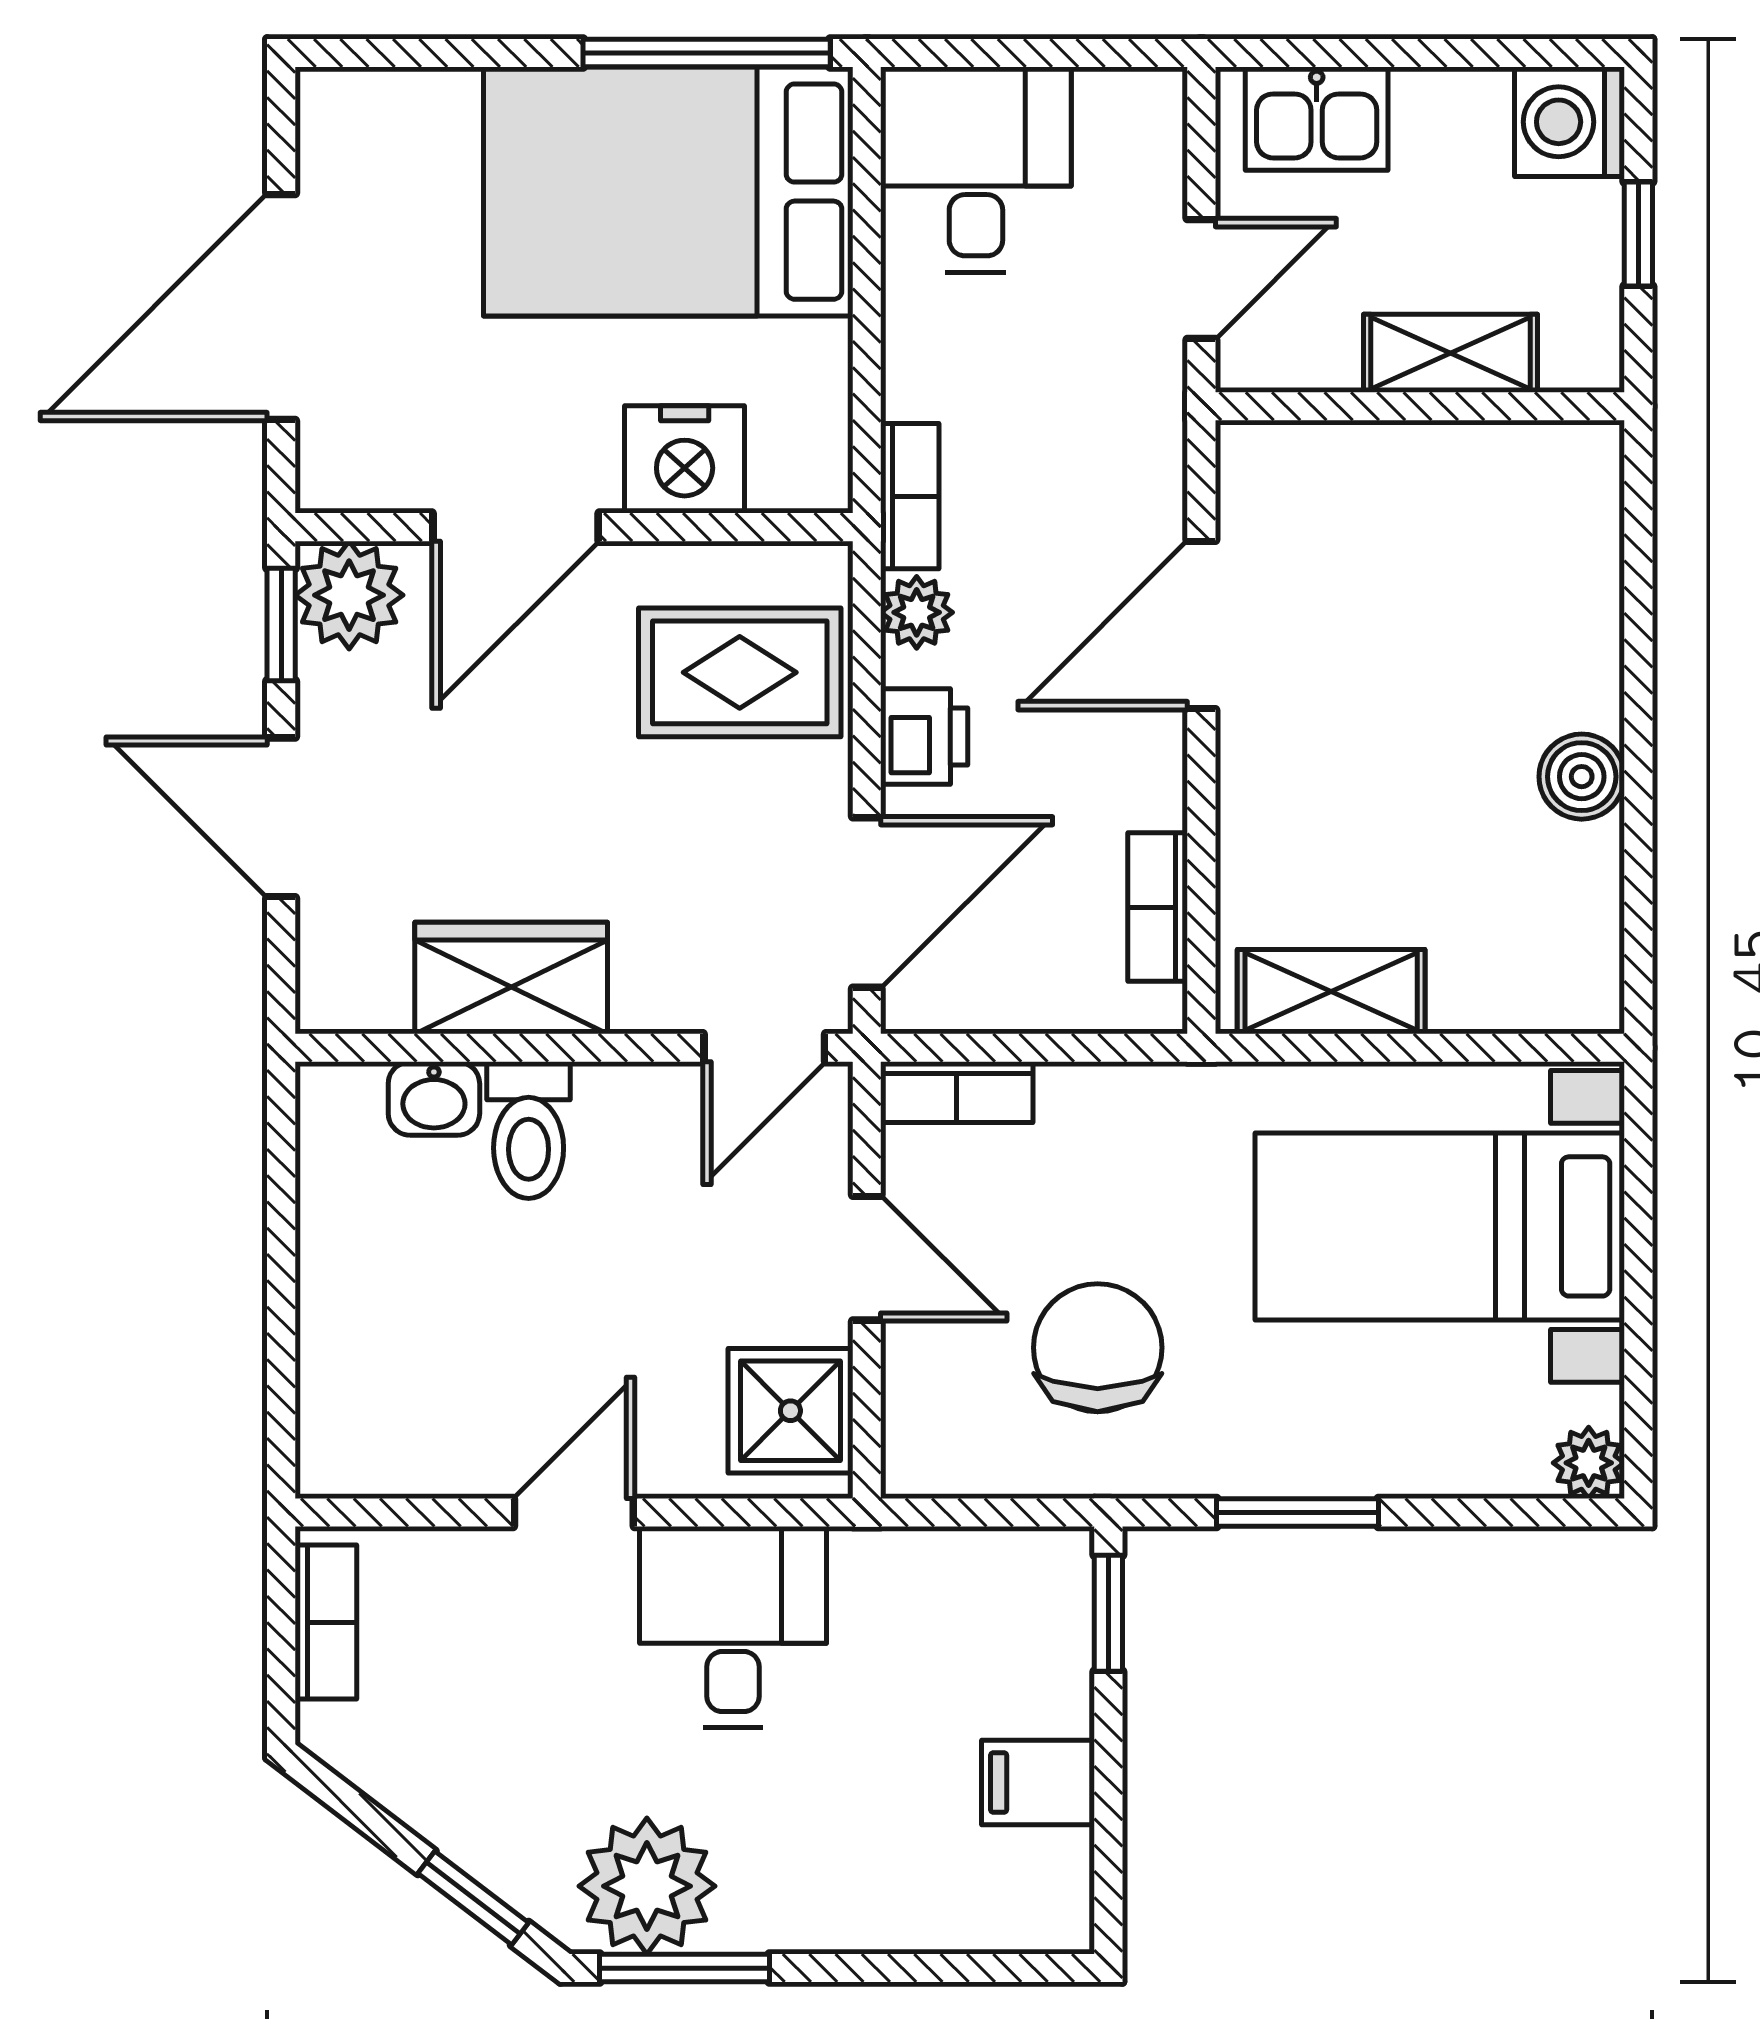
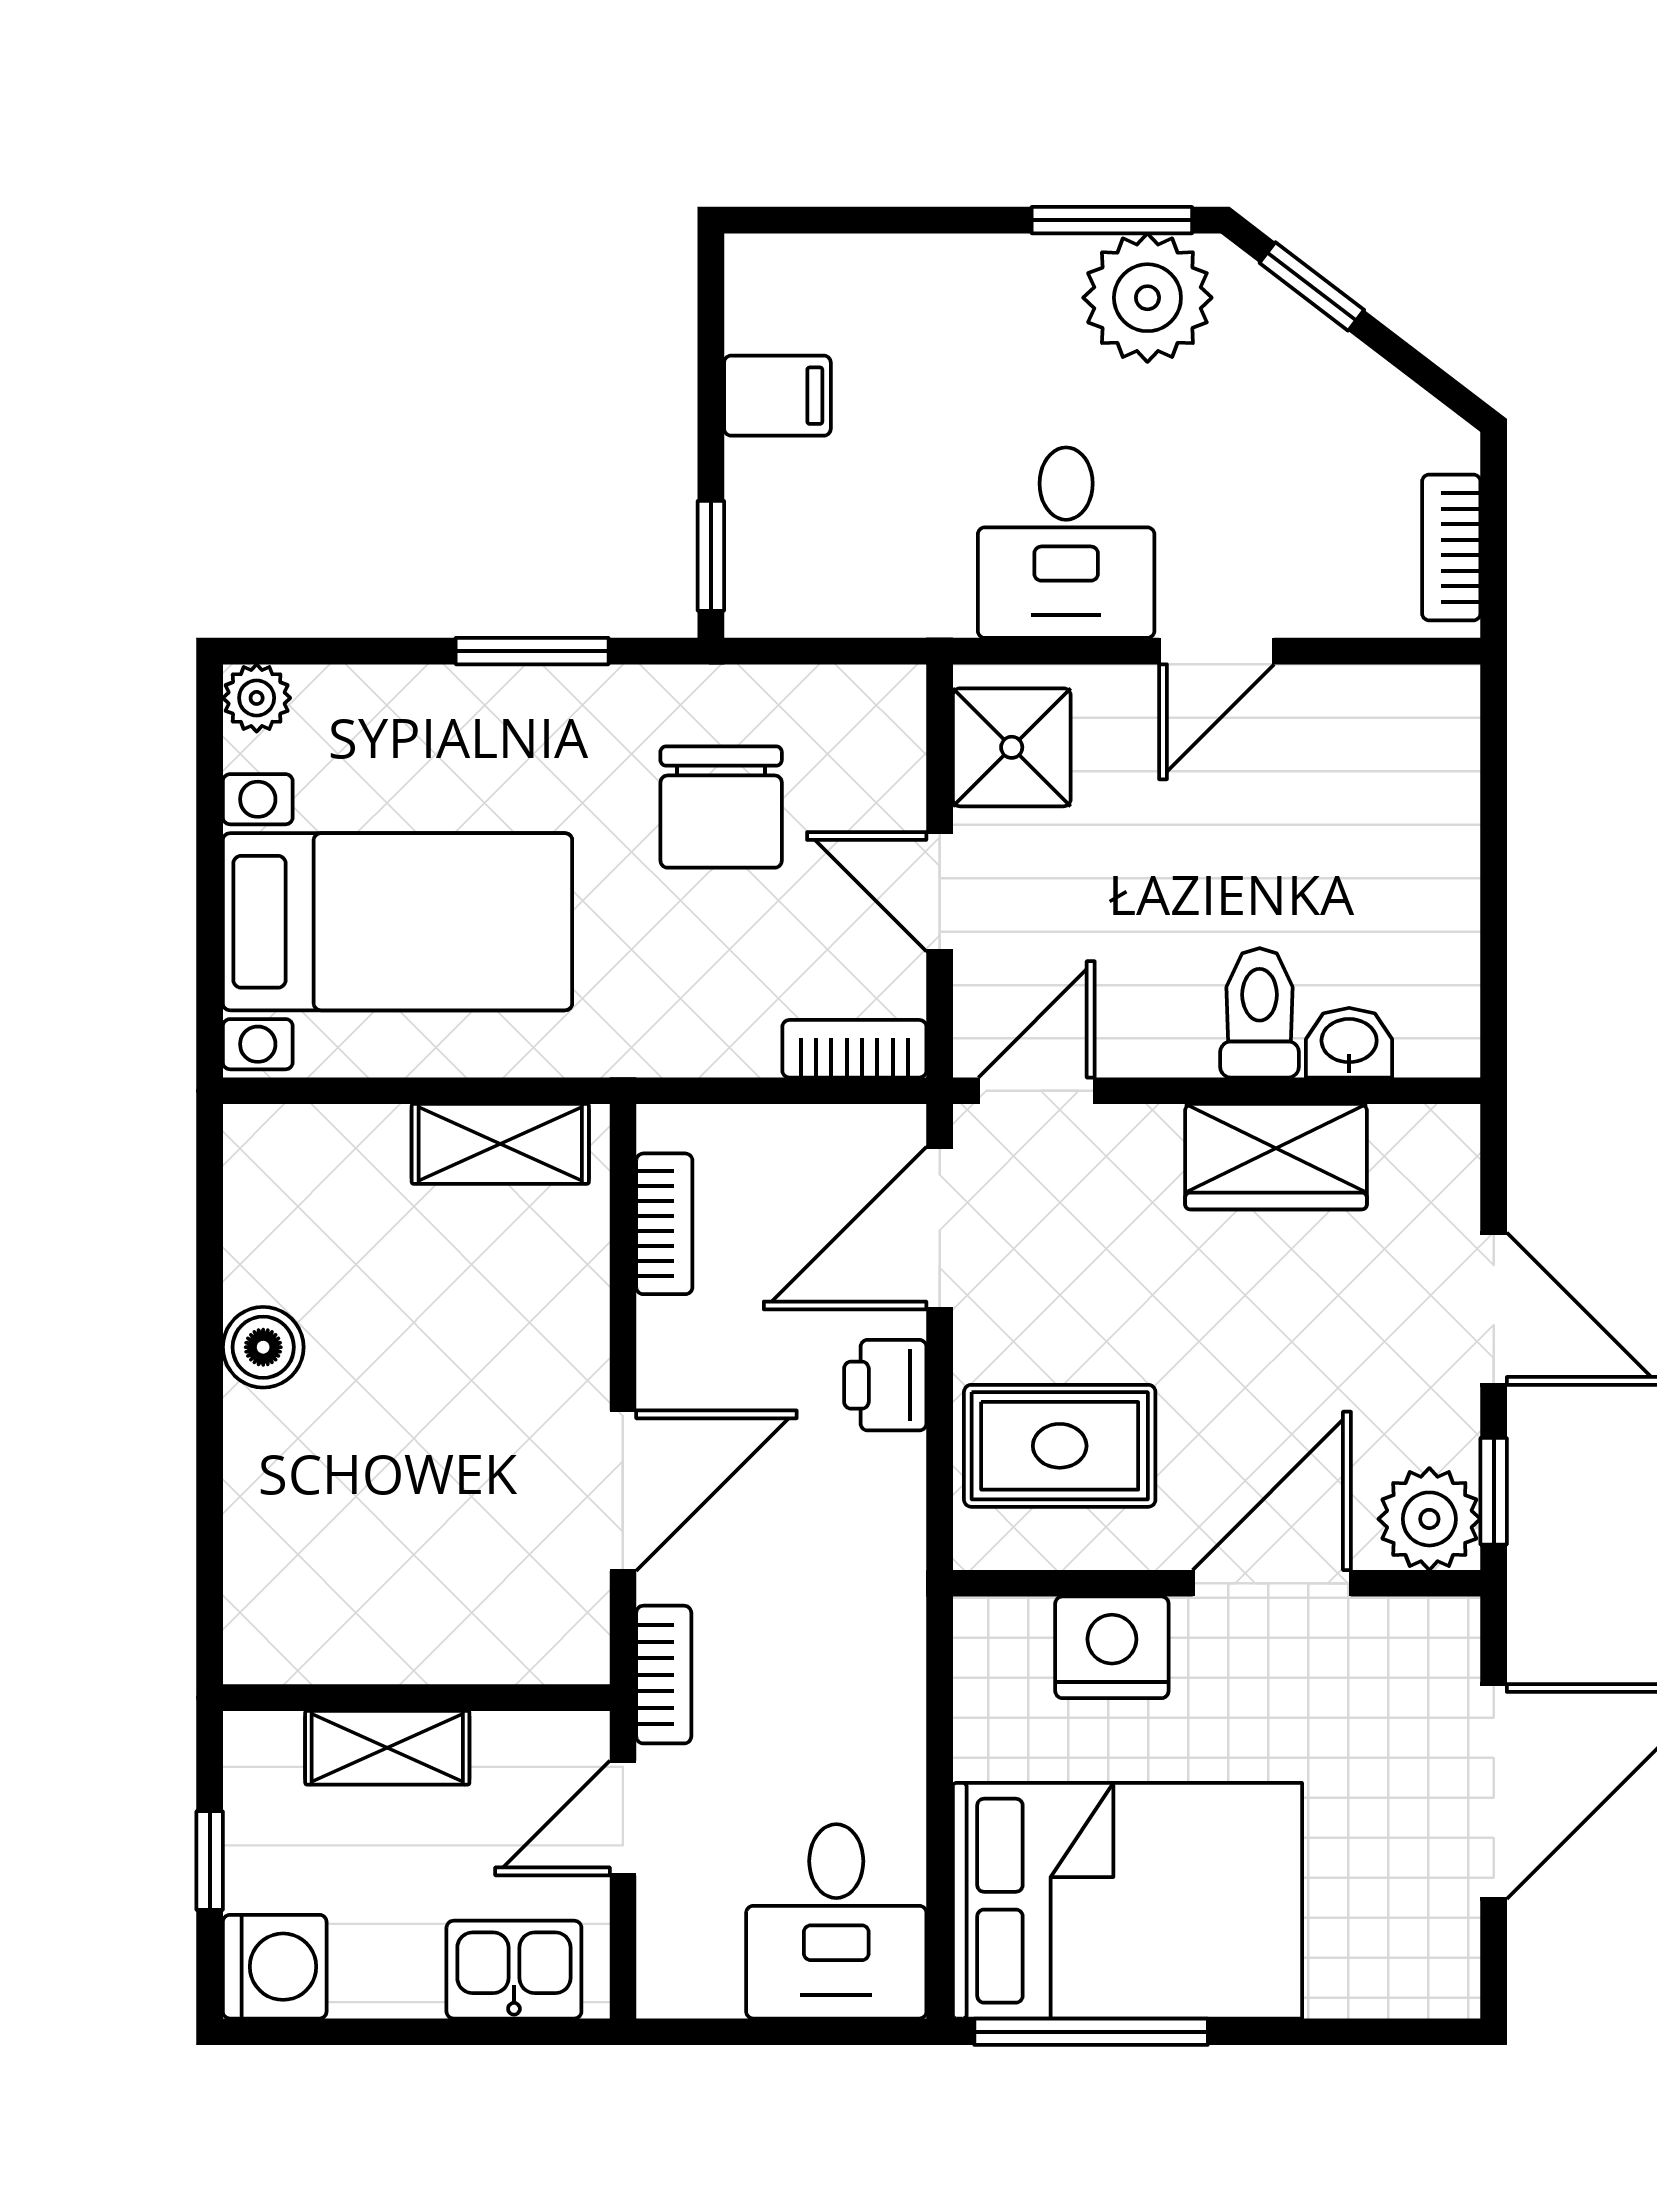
bookcase: (910, 496) -> (664, 1675), moved, turned 180
plant: (917, 612) -> (892, 1503), removed

